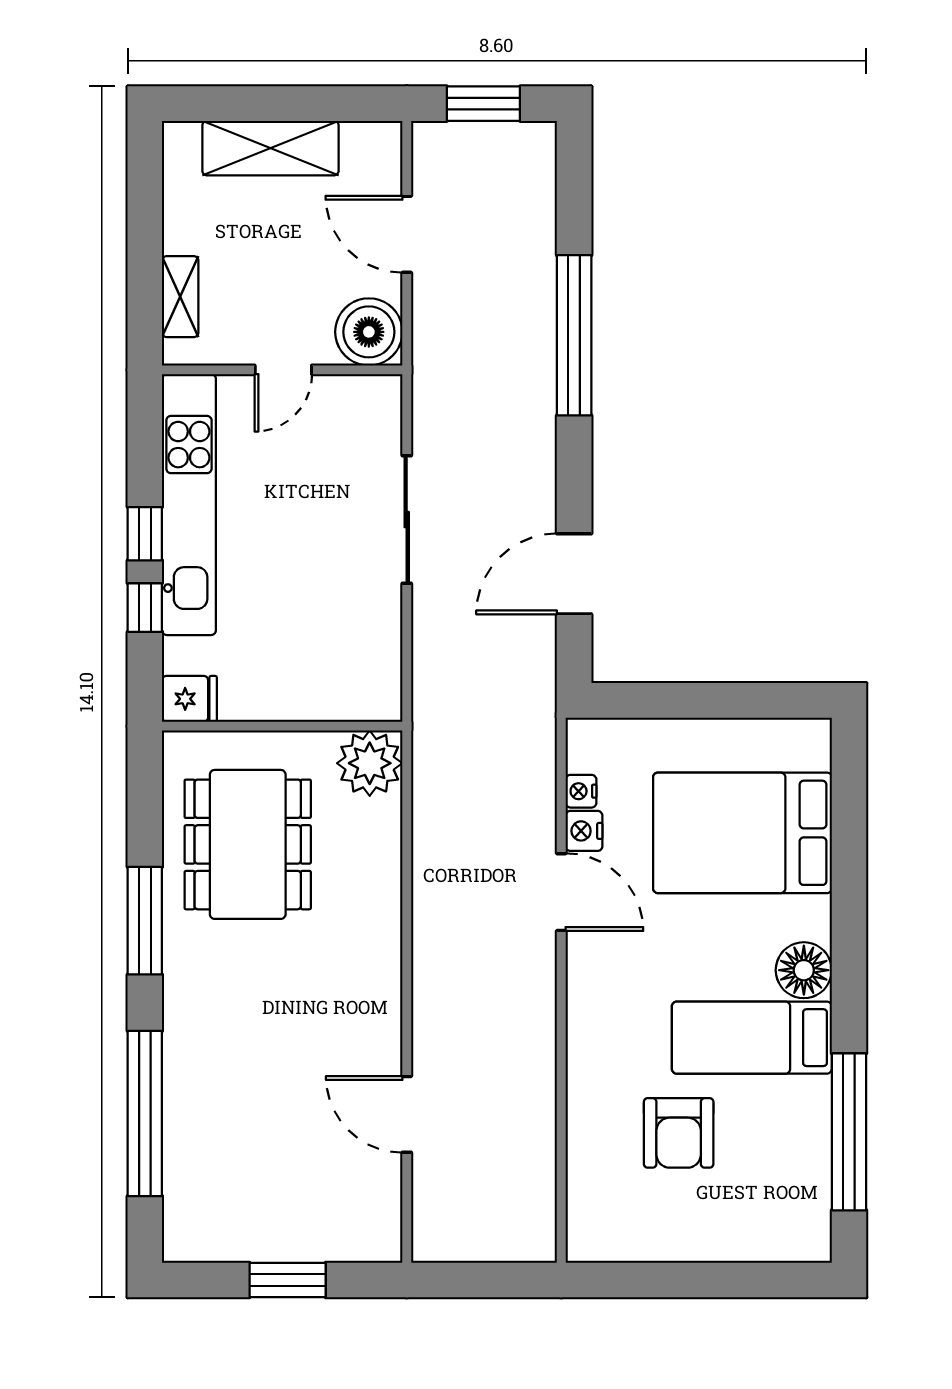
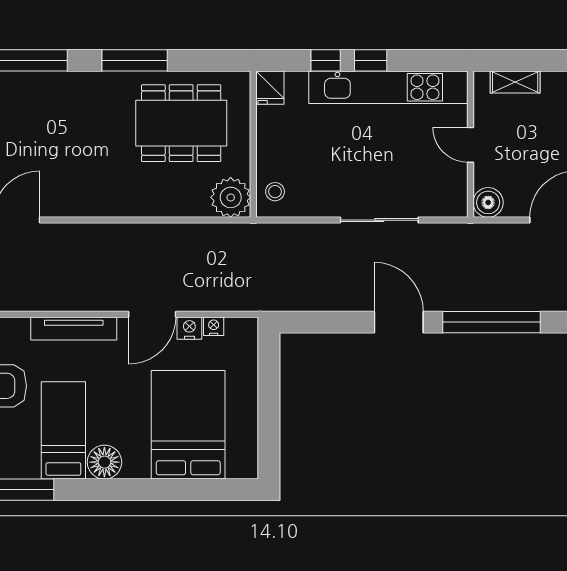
boiler: (369, 332) -> (488, 202), width x0.73, depth x0.73
door: (574, 574) -> (399, 322), moved
stool: (360, 691) -> (275, 192), added
tv unit: (585, 1021) -> (74, 328), added

